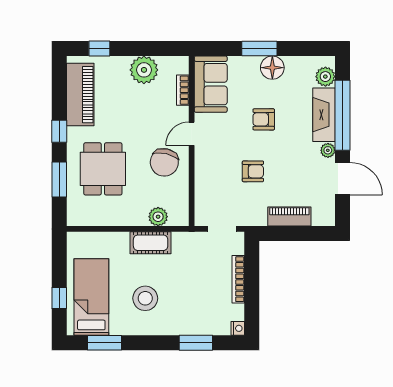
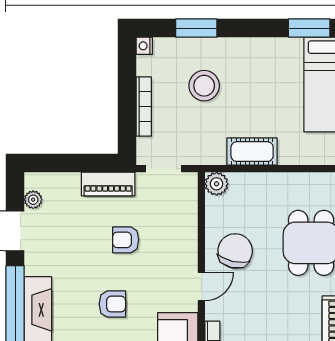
plant: (328, 150) -> (33, 200), moved
plant: (158, 217) -> (217, 184), moved
piano: (289, 217) -> (108, 184), moved
stool: (145, 298) -> (204, 86), moved

